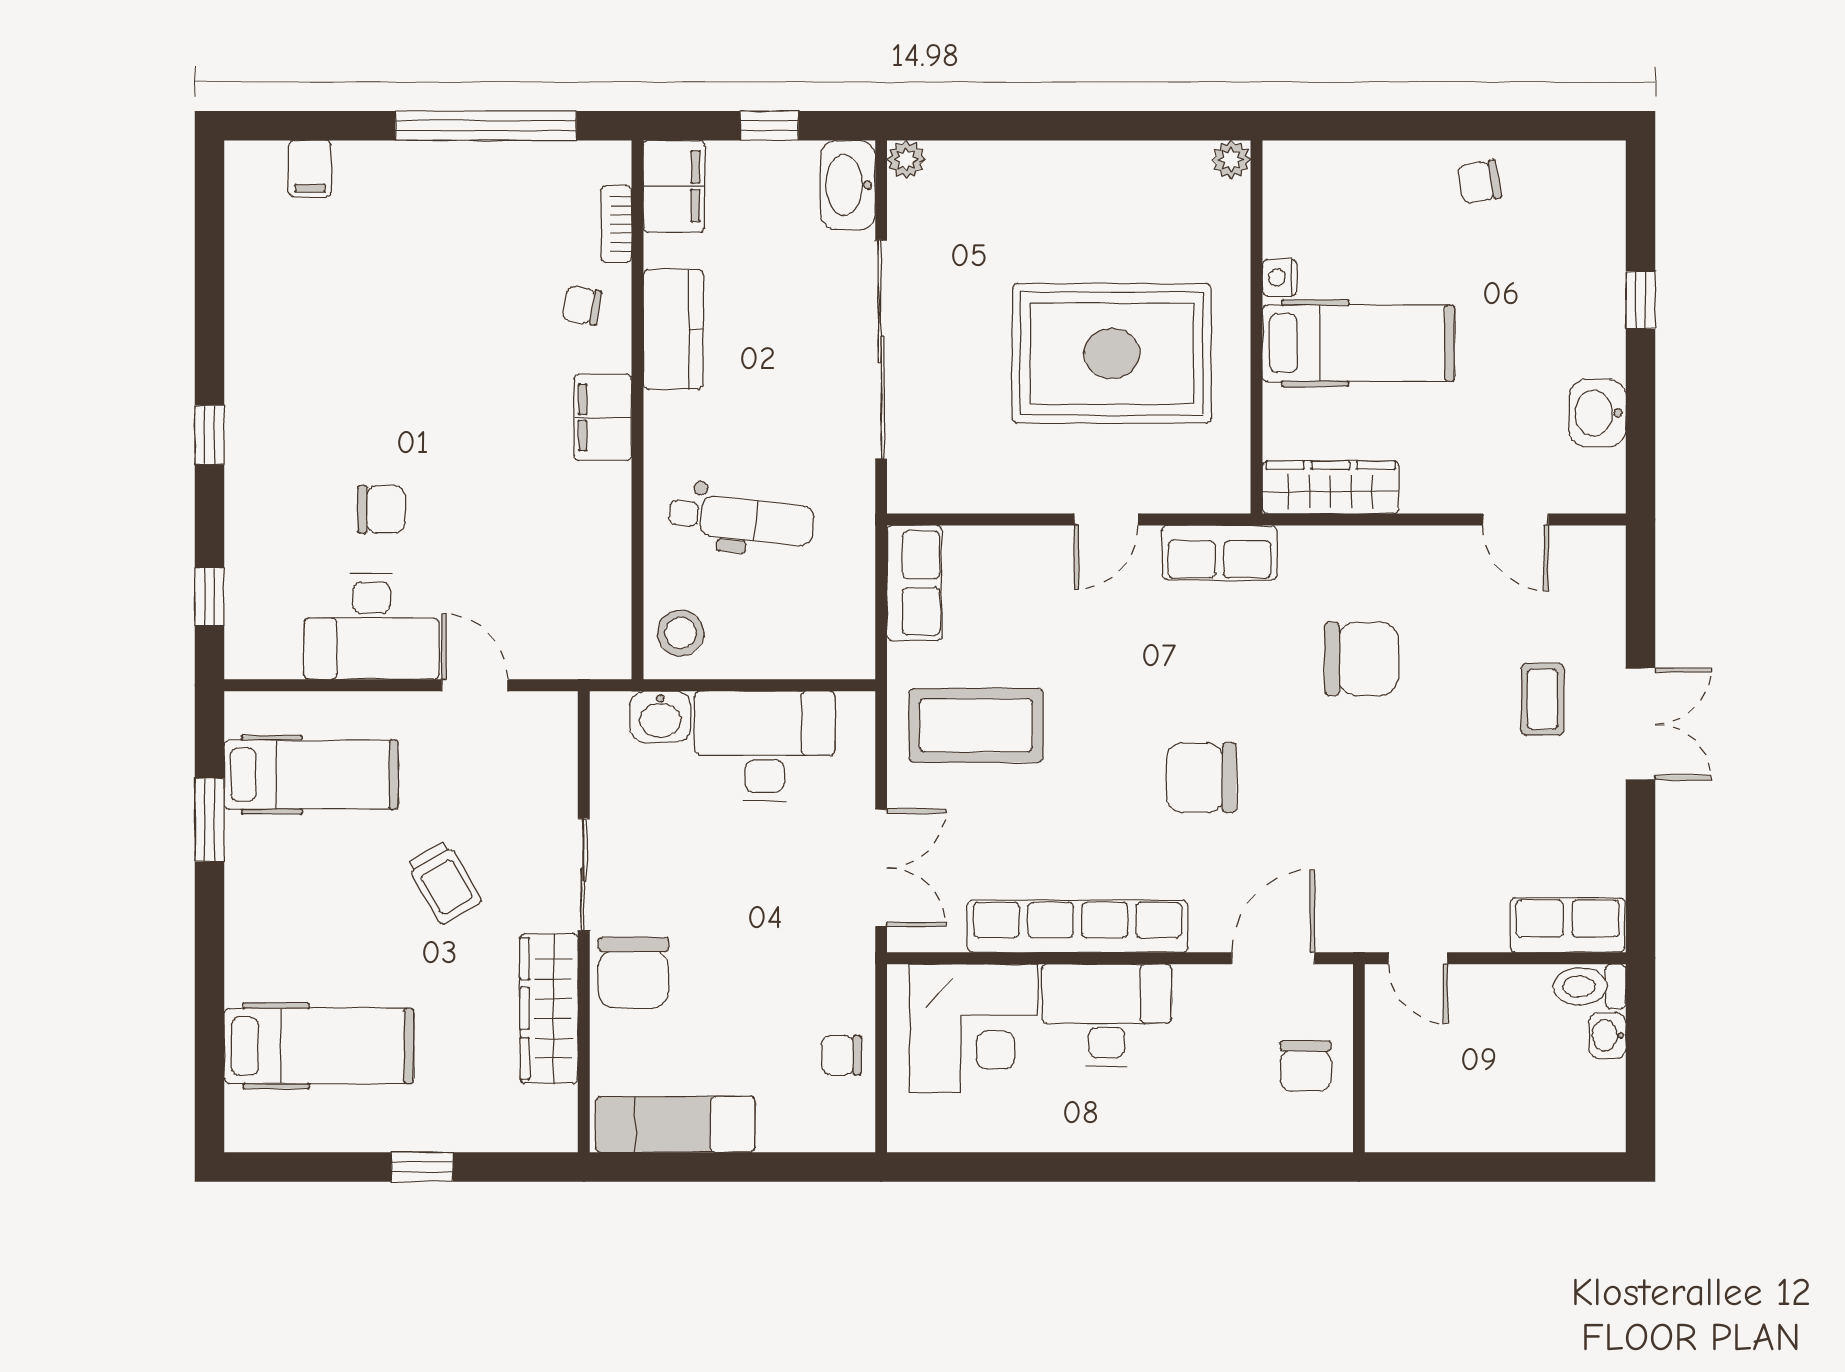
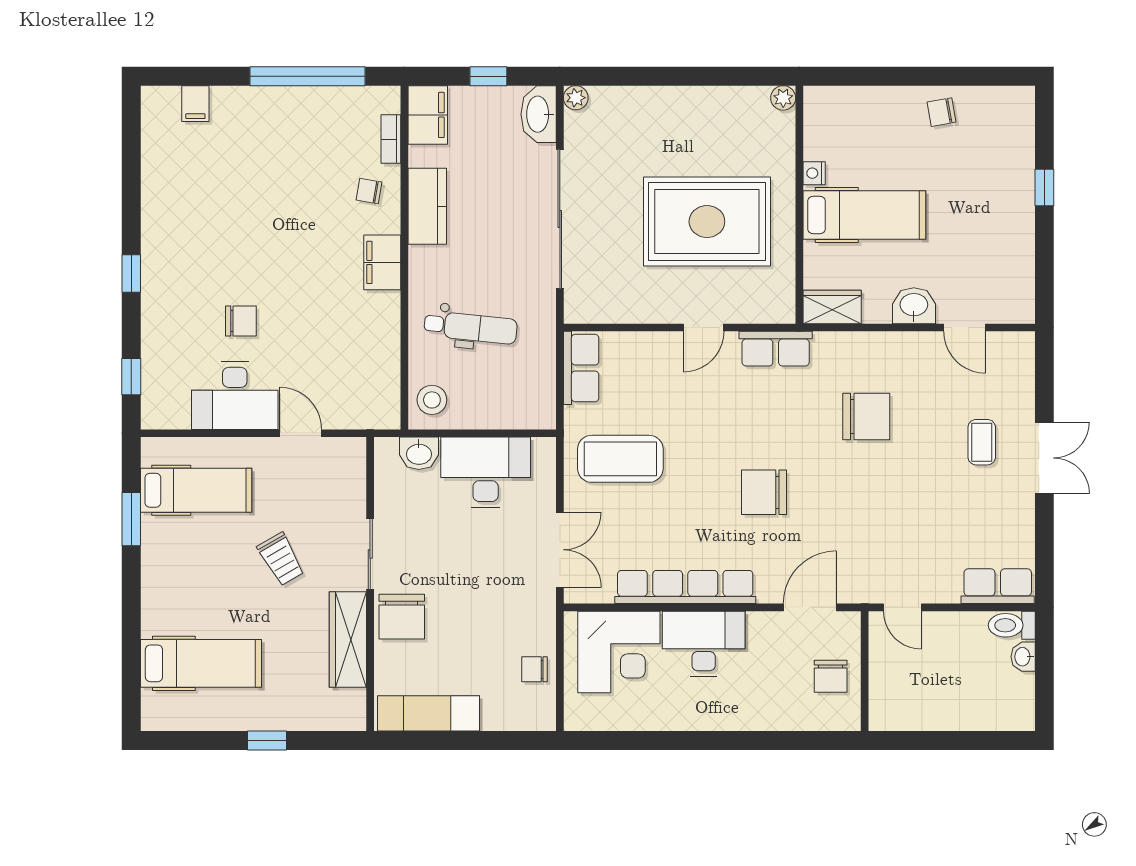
washbasin: (1598, 413) -> (914, 306), moved, turned 90
wardrobe: (1331, 487) -> (832, 307), width x0.67

